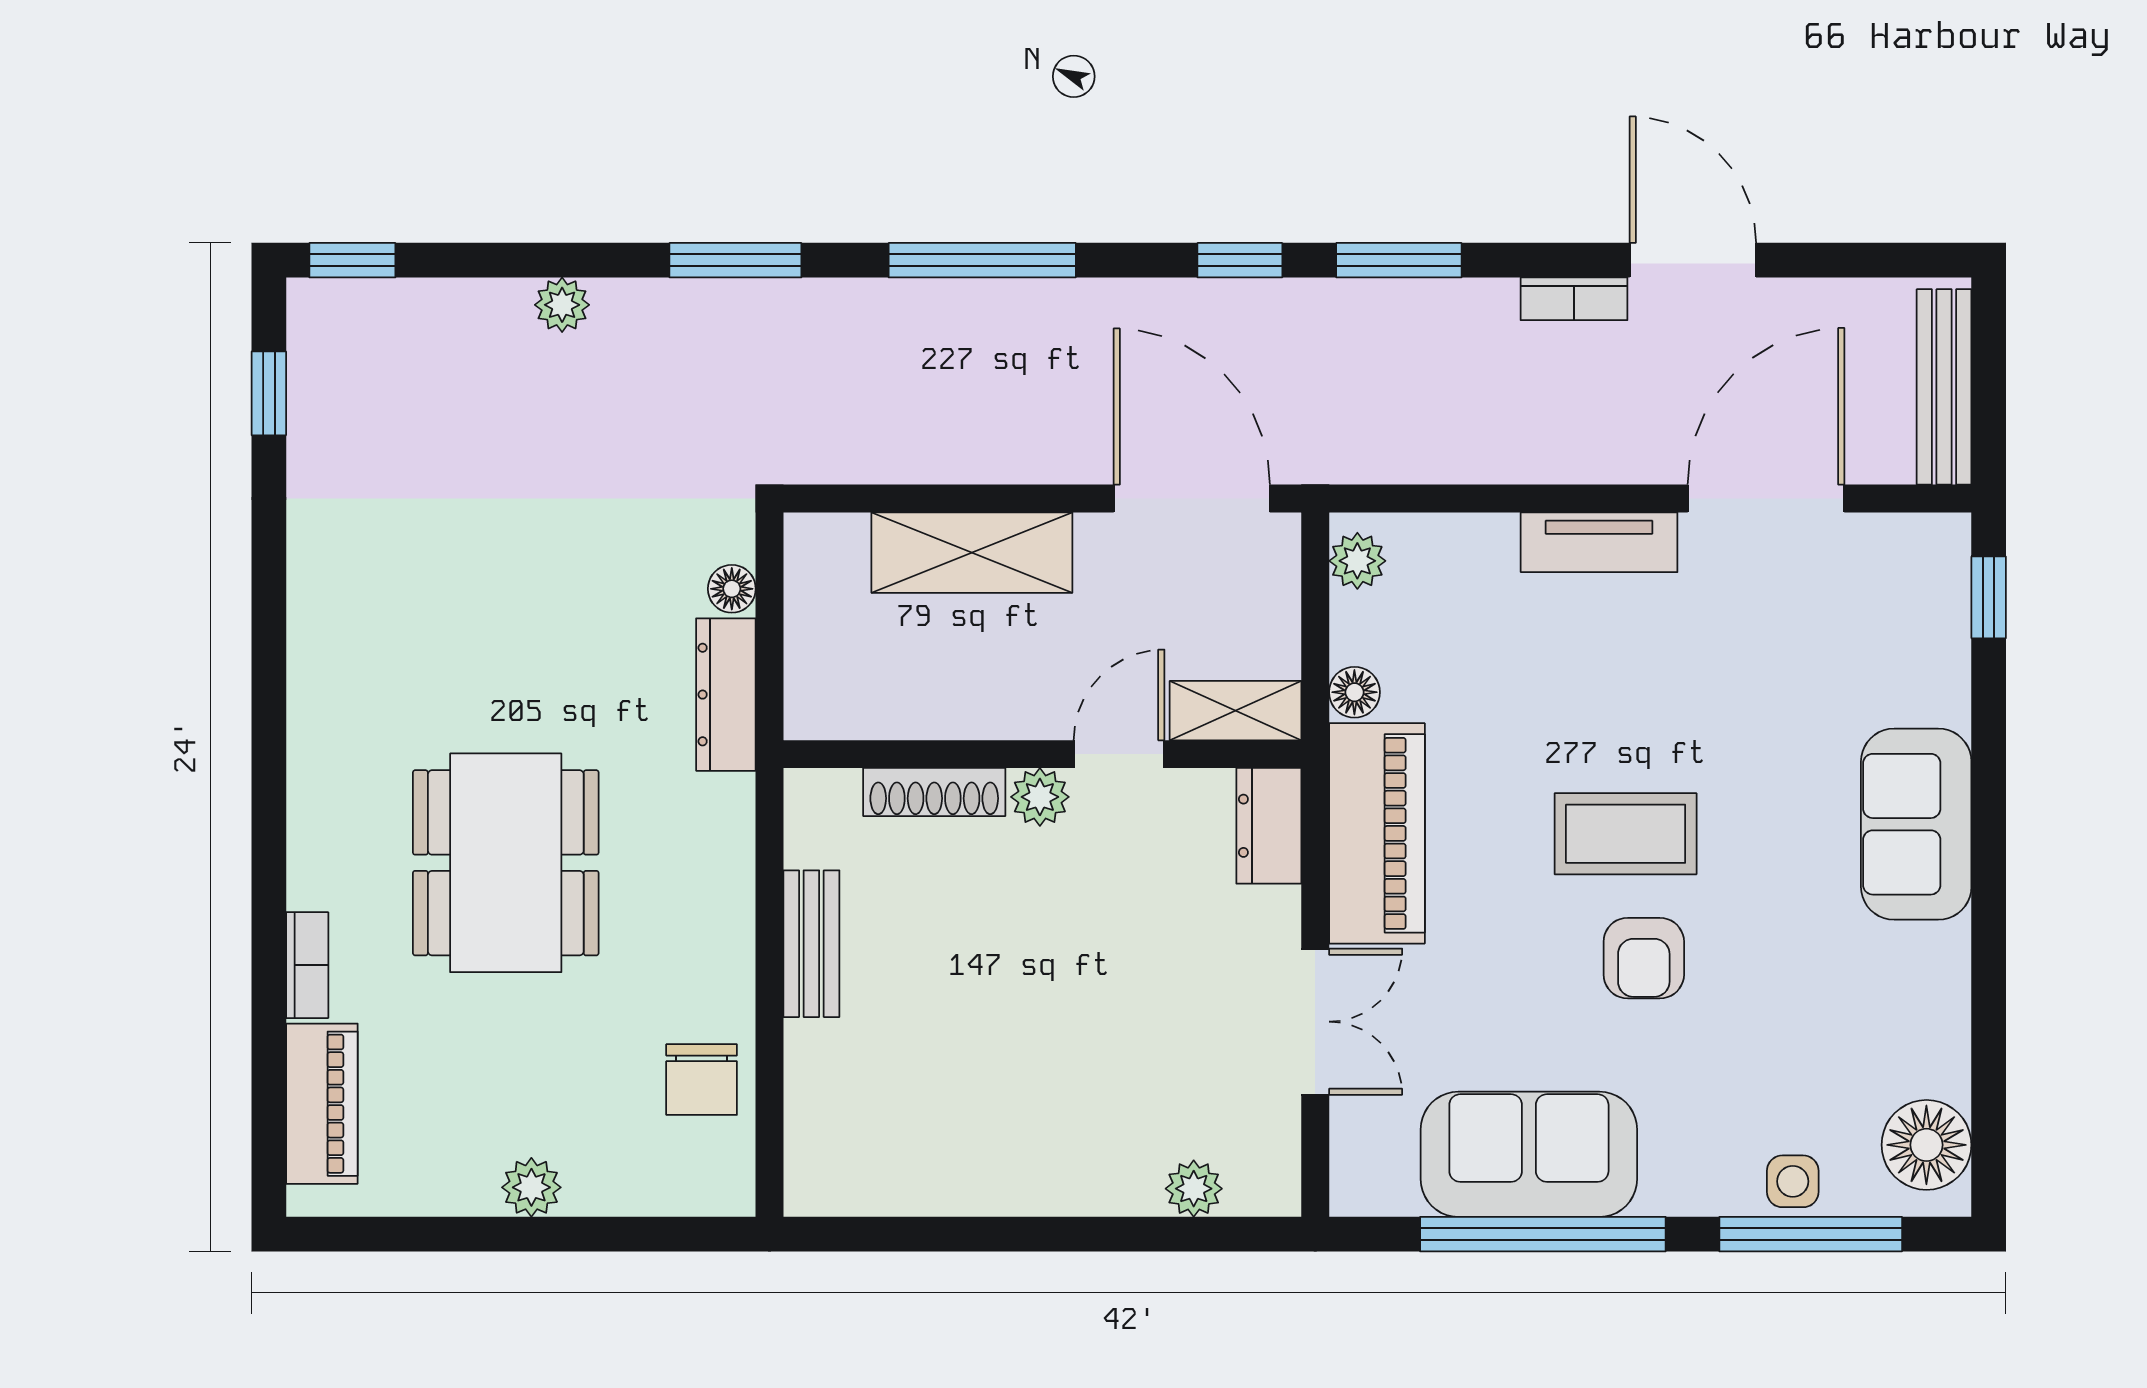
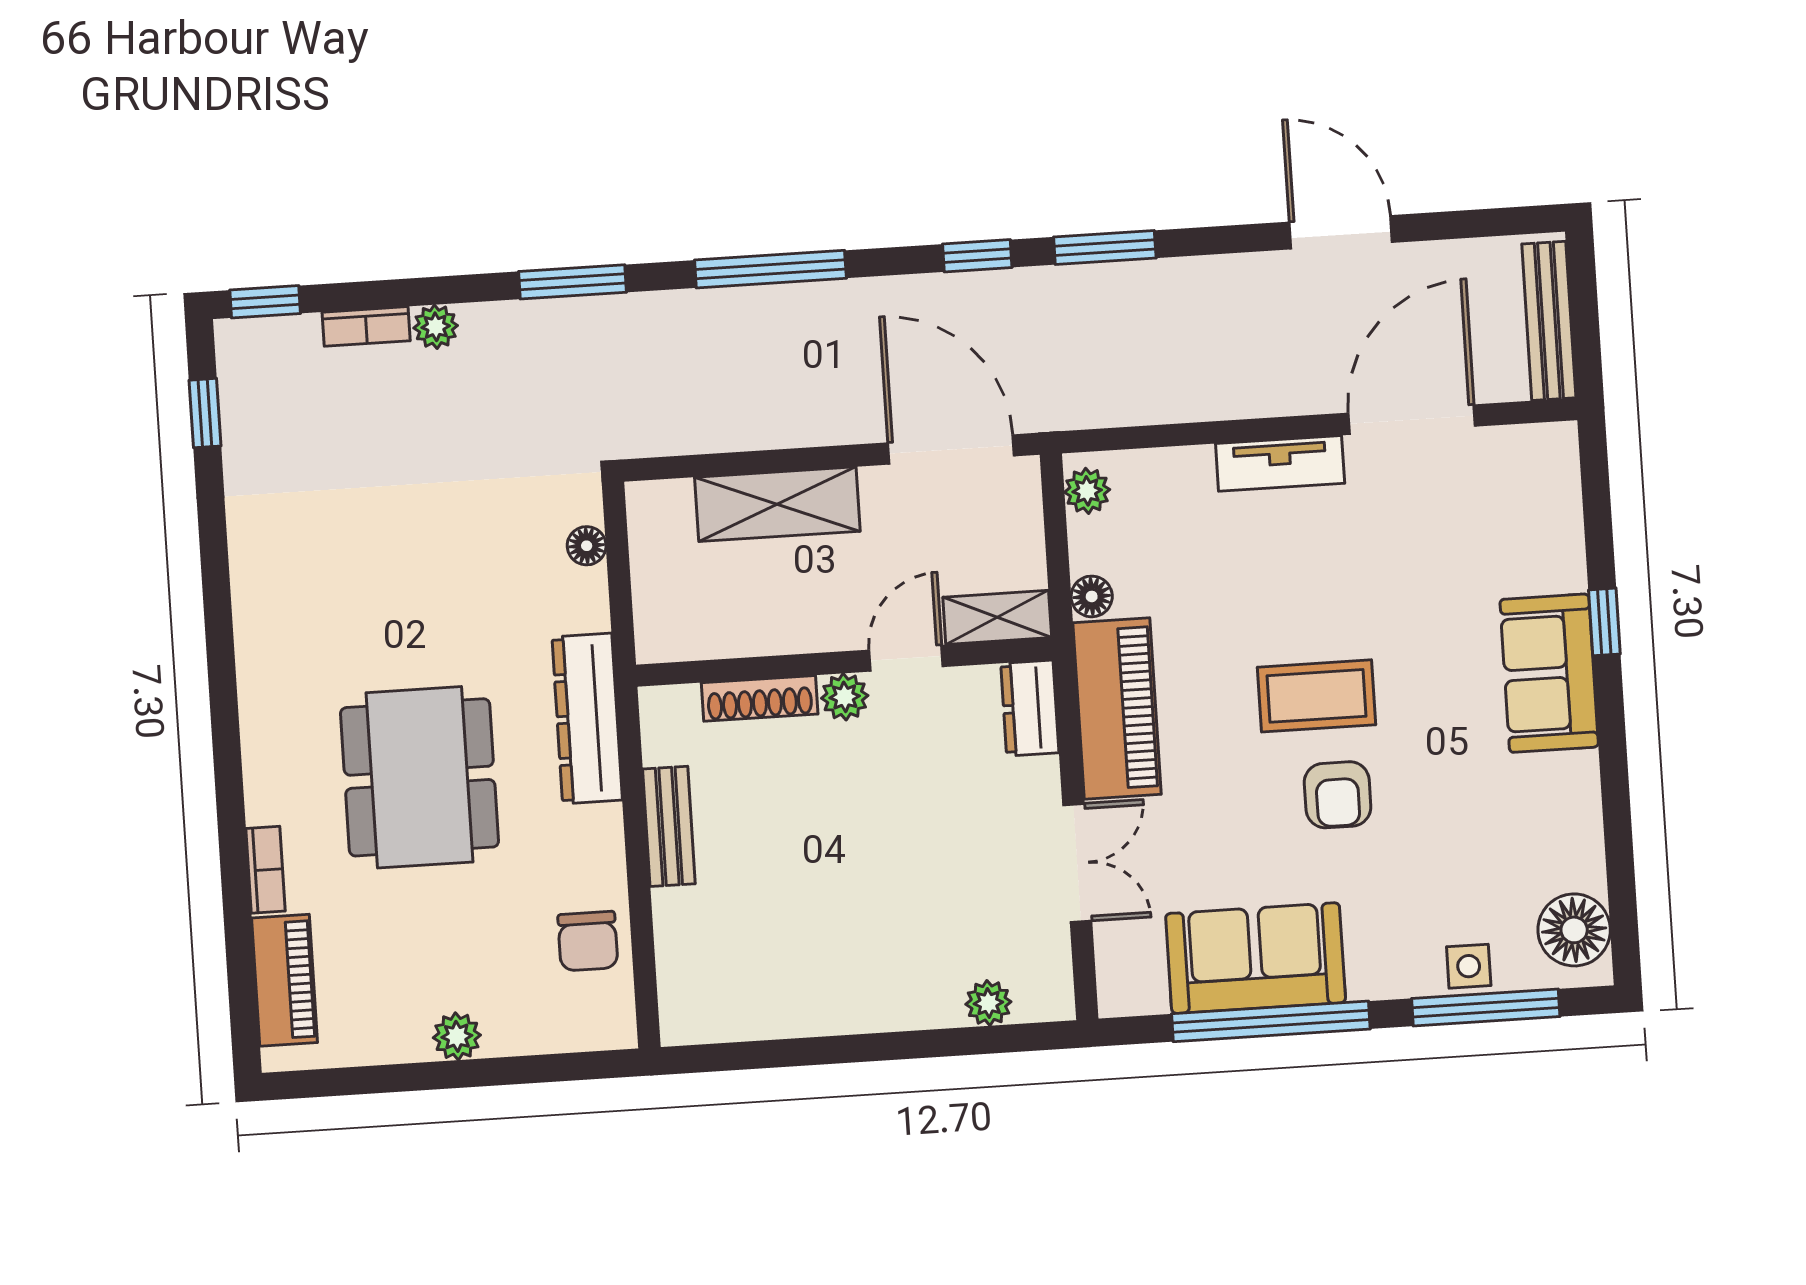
bookcase: (1574, 299) -> (366, 326), moved
window: (1989, 597) -> (1604, 622), moved
dresser: (726, 695) -> (587, 718), moved, width x1.37, depth x1.24

